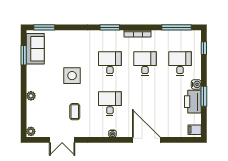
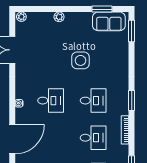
coffee table: (75, 112) -> (42, 63), removed

